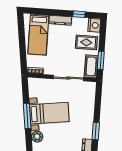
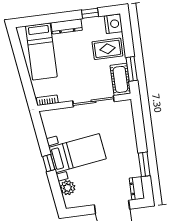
window: (27, 116) -> (49, 163), width x0.46

